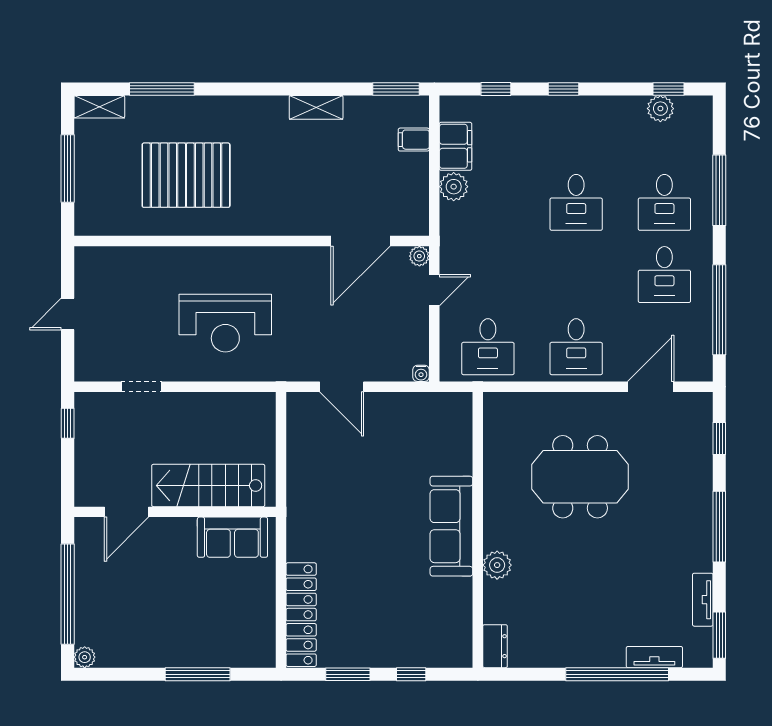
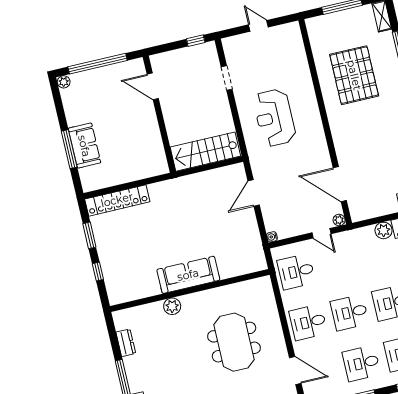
desk: (576, 275) -> (350, 313), added
stairs: (208, 485) -> (205, 152), moved, turned -90
sofa: (232, 537) -> (84, 146), moved, turned 180
dresser: (495, 646) -> (126, 343), moved, turned -90

